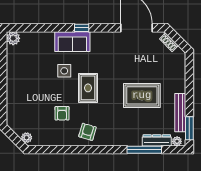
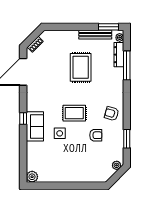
window: (58, 150) -> (127, 139), added

